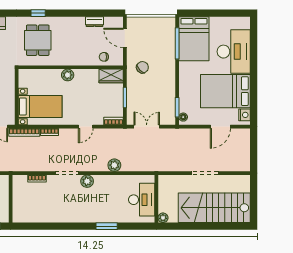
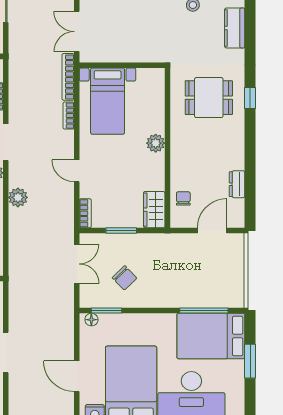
window: (210, 13) -> (250, 361), added
chair: (142, 67) -> (125, 278), moved
plant: (114, 165) -> (18, 197), moved

